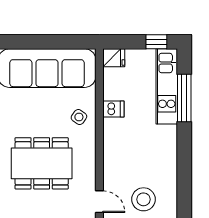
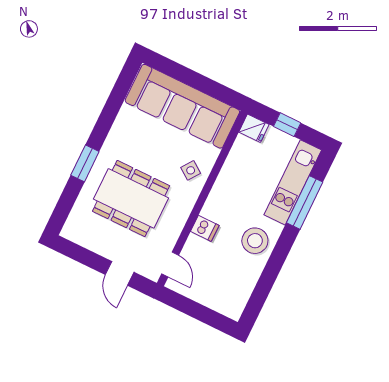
window: (156, 42) -> (287, 125), moved
dishwasher: (113, 109) -> (205, 228), moved
stool: (143, 199) -> (255, 241), moved

